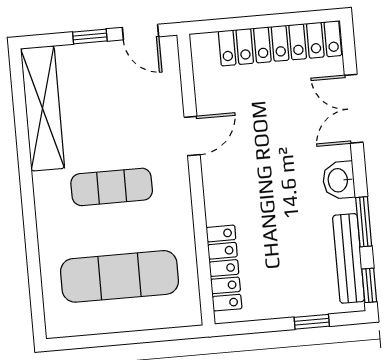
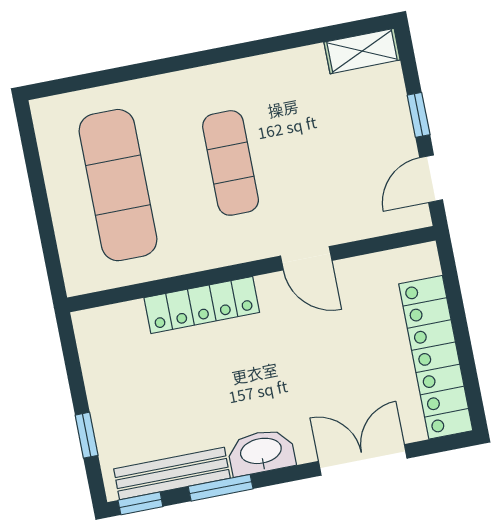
shelving: (43, 108) -> (362, 51), width x0.45, depth x0.75
washbasin: (339, 180) -> (261, 452), width x1.38
locker: (224, 268) -> (202, 305), moved

